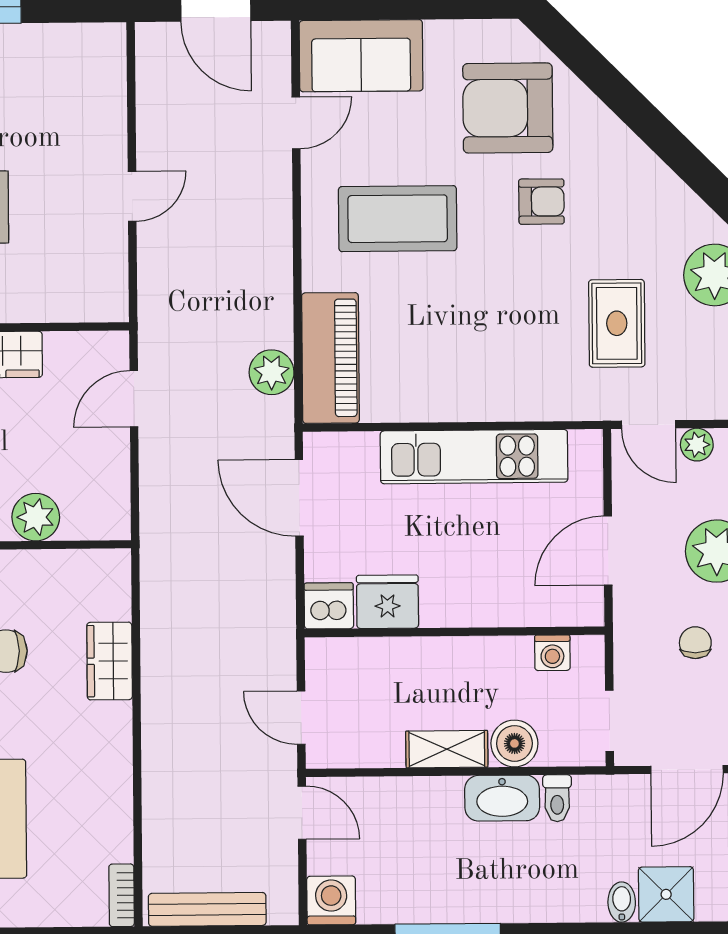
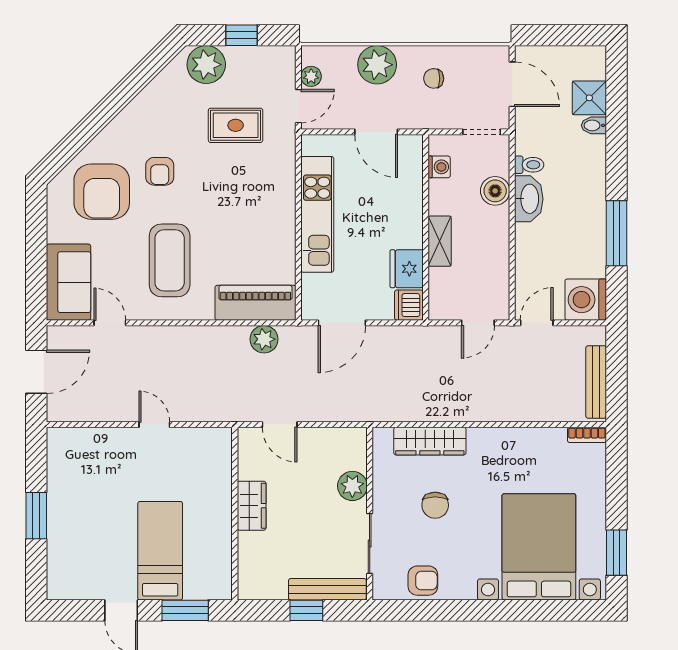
armchair: (541, 202) -> (160, 171), turned 180
wardrobe: (110, 661) -> (430, 441), width x1.50
shelving: (447, 749) -> (440, 241), moved
washing machine: (331, 900) -> (586, 300), width x1.37, depth x1.37

